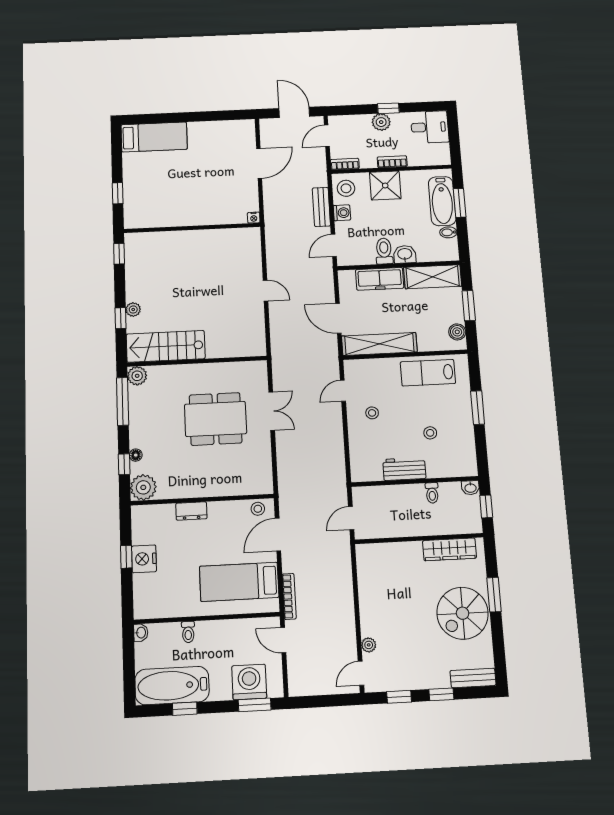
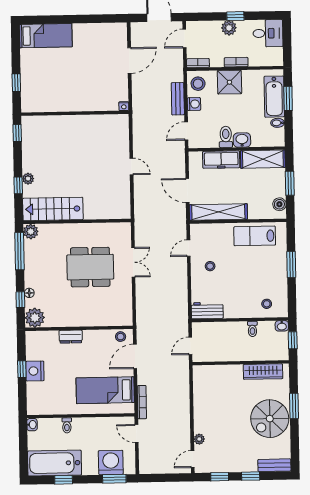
stool: (430, 433) -> (267, 304), moved
workbench: (404, 469) -> (207, 310), moved

